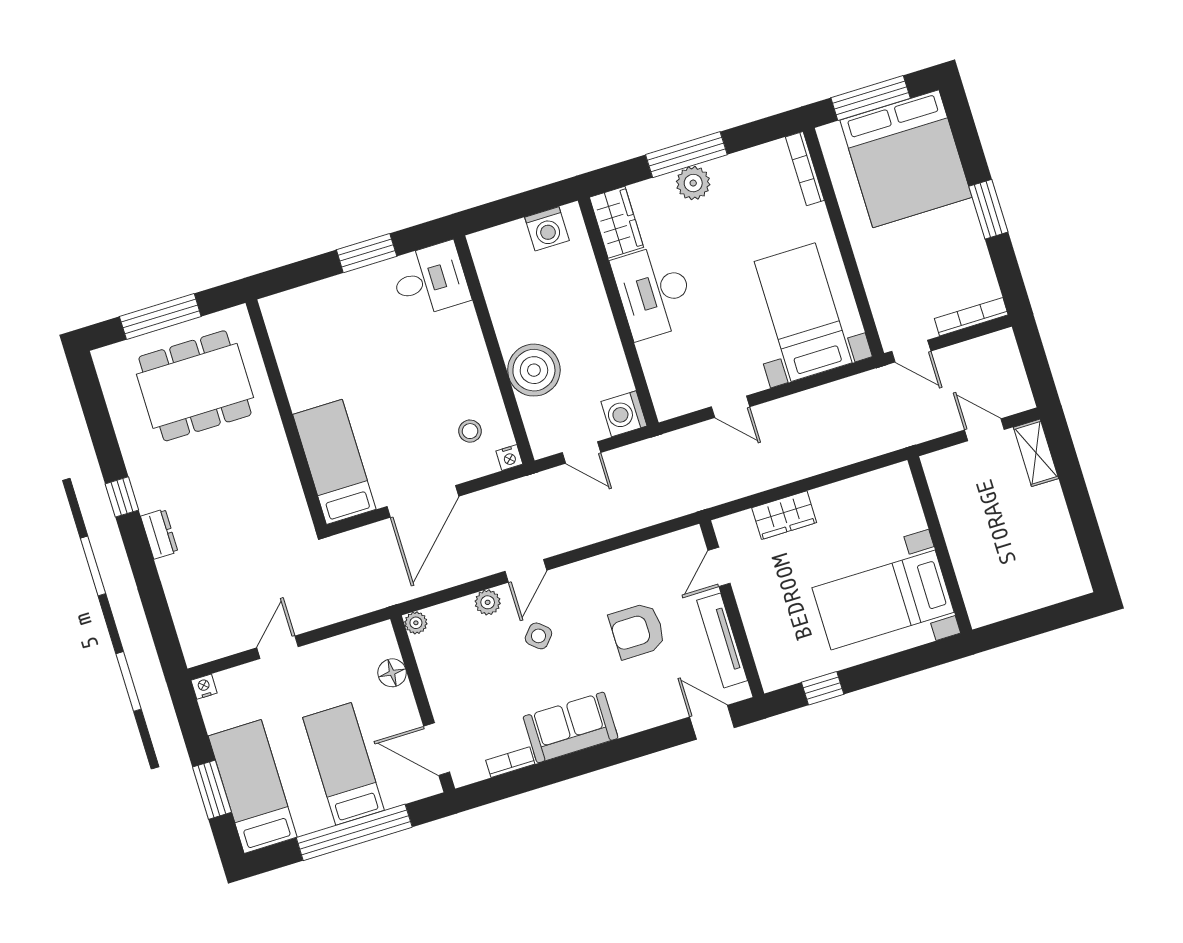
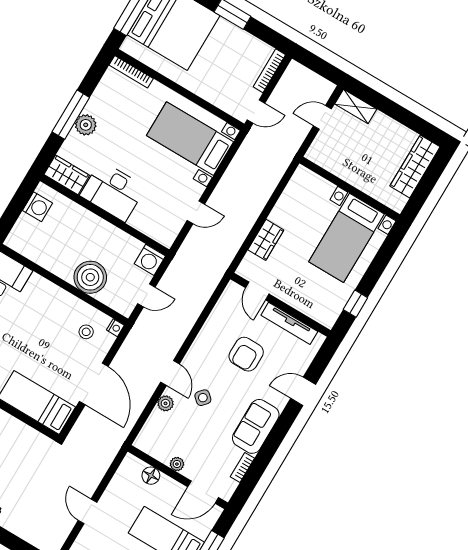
wardrobe: (1042, 589) -> (415, 166), added
plant: (416, 623) -> (177, 464), moved
door: (712, 722) -> (303, 391), moved

